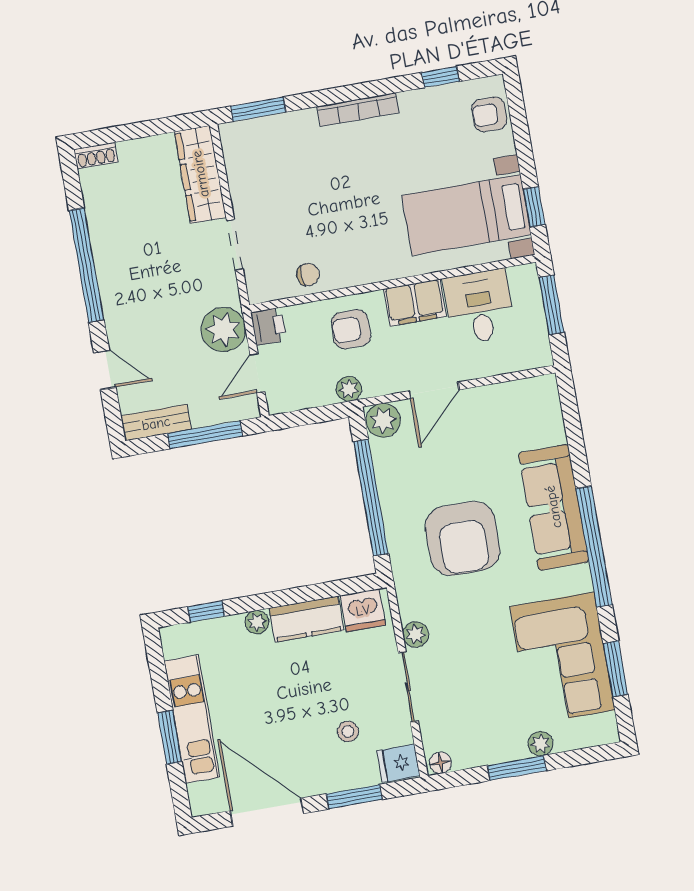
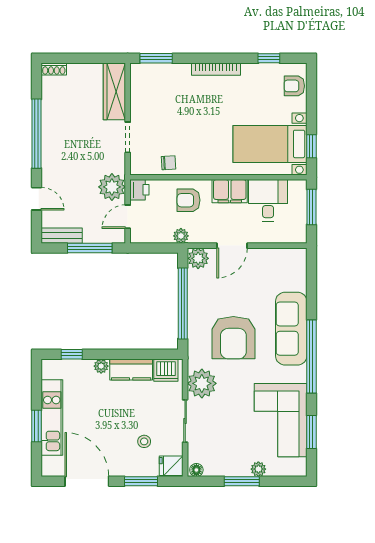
plant: (416, 634) -> (202, 383), width x1.88, depth x1.88

